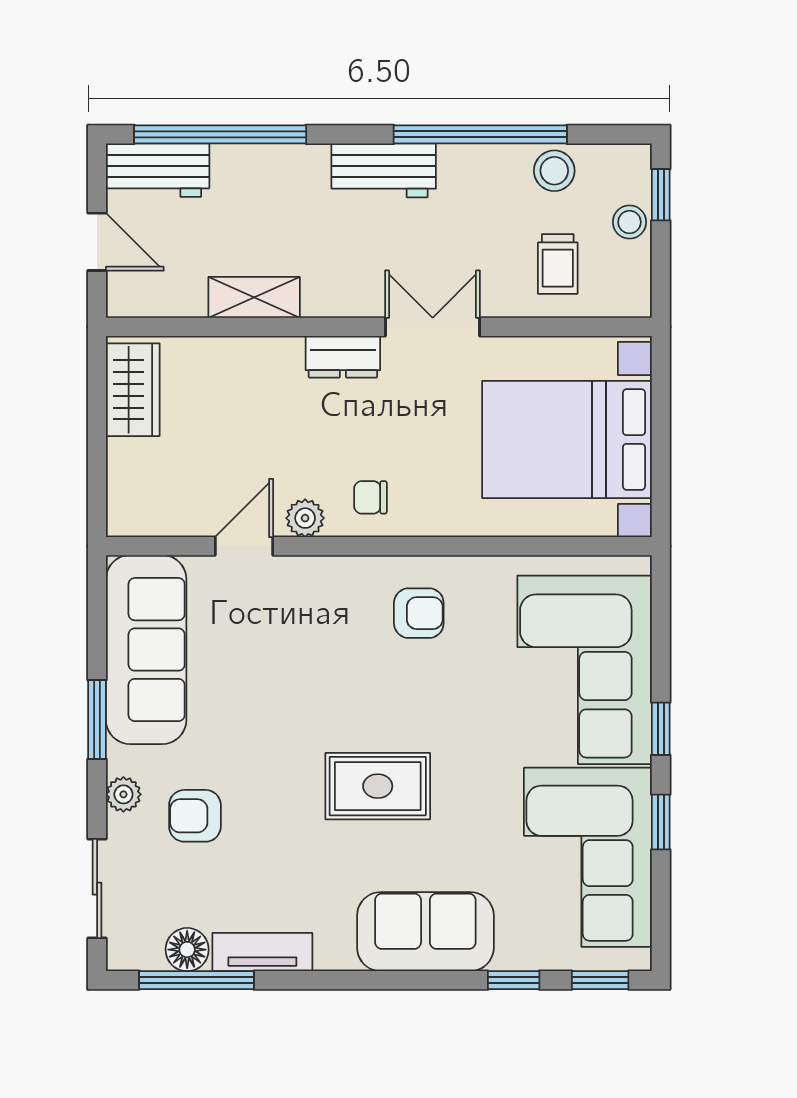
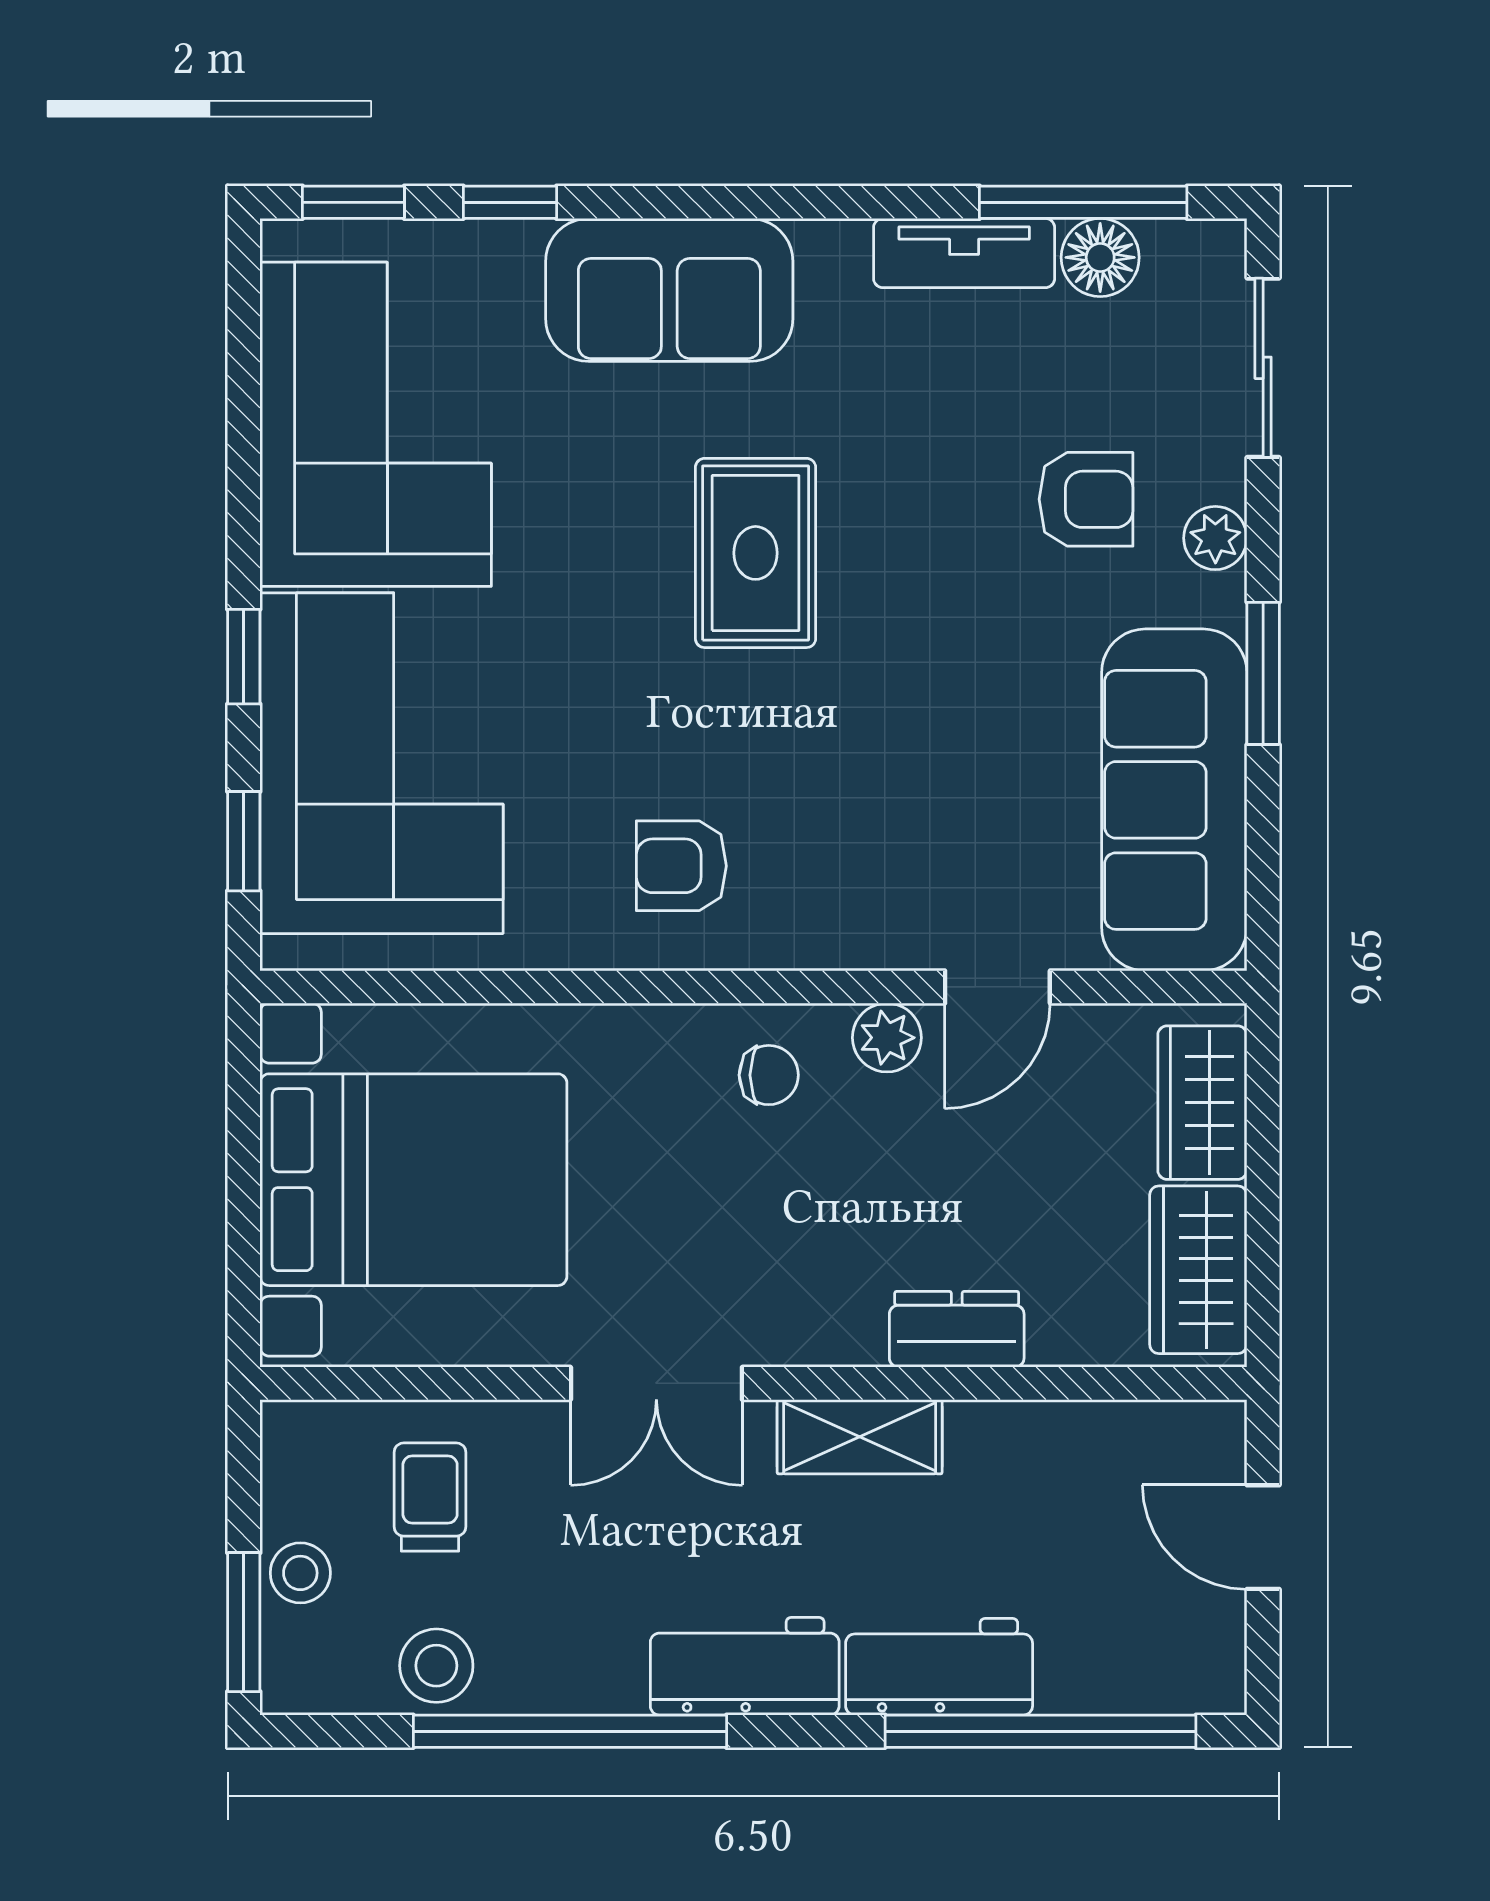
workbench: (158, 170) -> (939, 1667), moved
window: (661, 195) -> (244, 1622), width x1.50
shelving: (254, 297) -> (860, 1437), moved
dresser: (343, 357) -> (957, 1329), moved
wardrobe: (131, 482) -> (1202, 1103), added
rug: (378, 786) -> (756, 553), turned 90
window: (661, 822) -> (244, 841), moved

